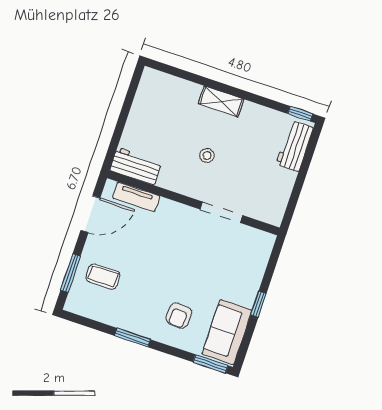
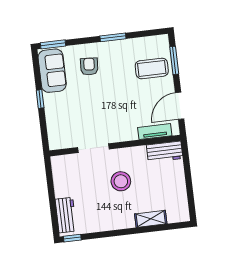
shelving: (221, 101) -> (151, 219), moved
stool: (207, 155) -> (121, 181), width x1.89, depth x1.89
coffee table: (103, 276) -> (152, 68), width x1.36, depth x1.30

